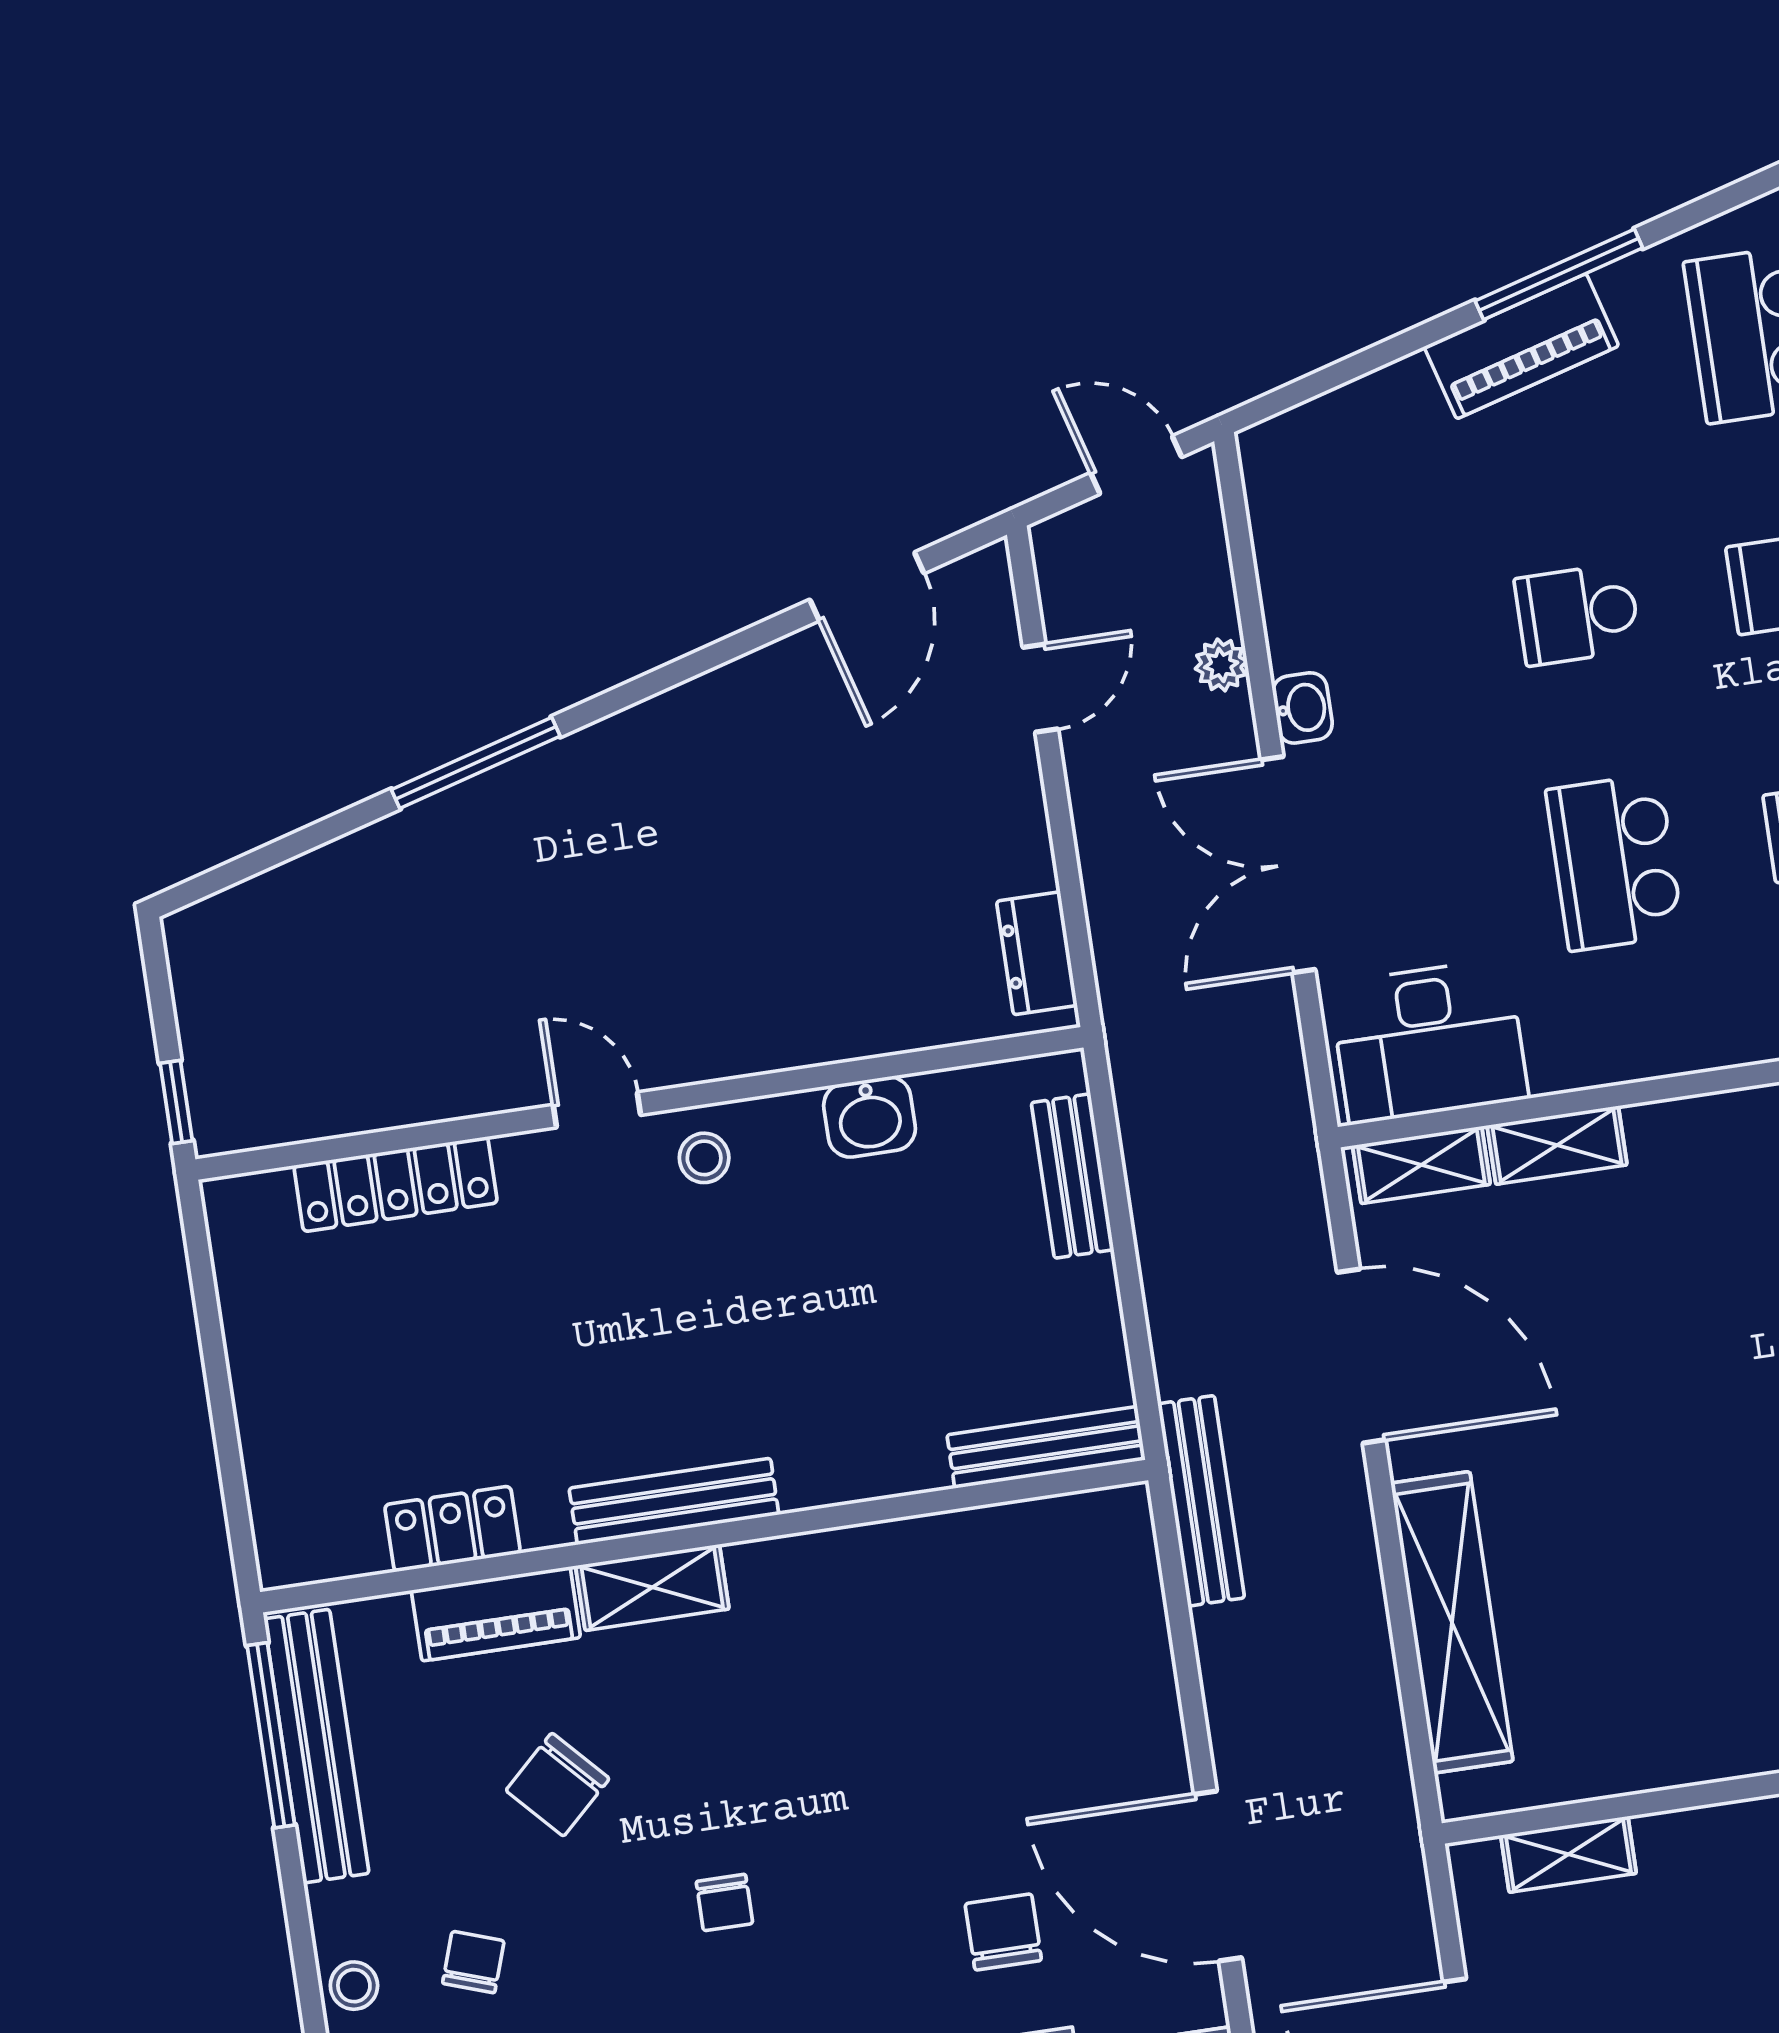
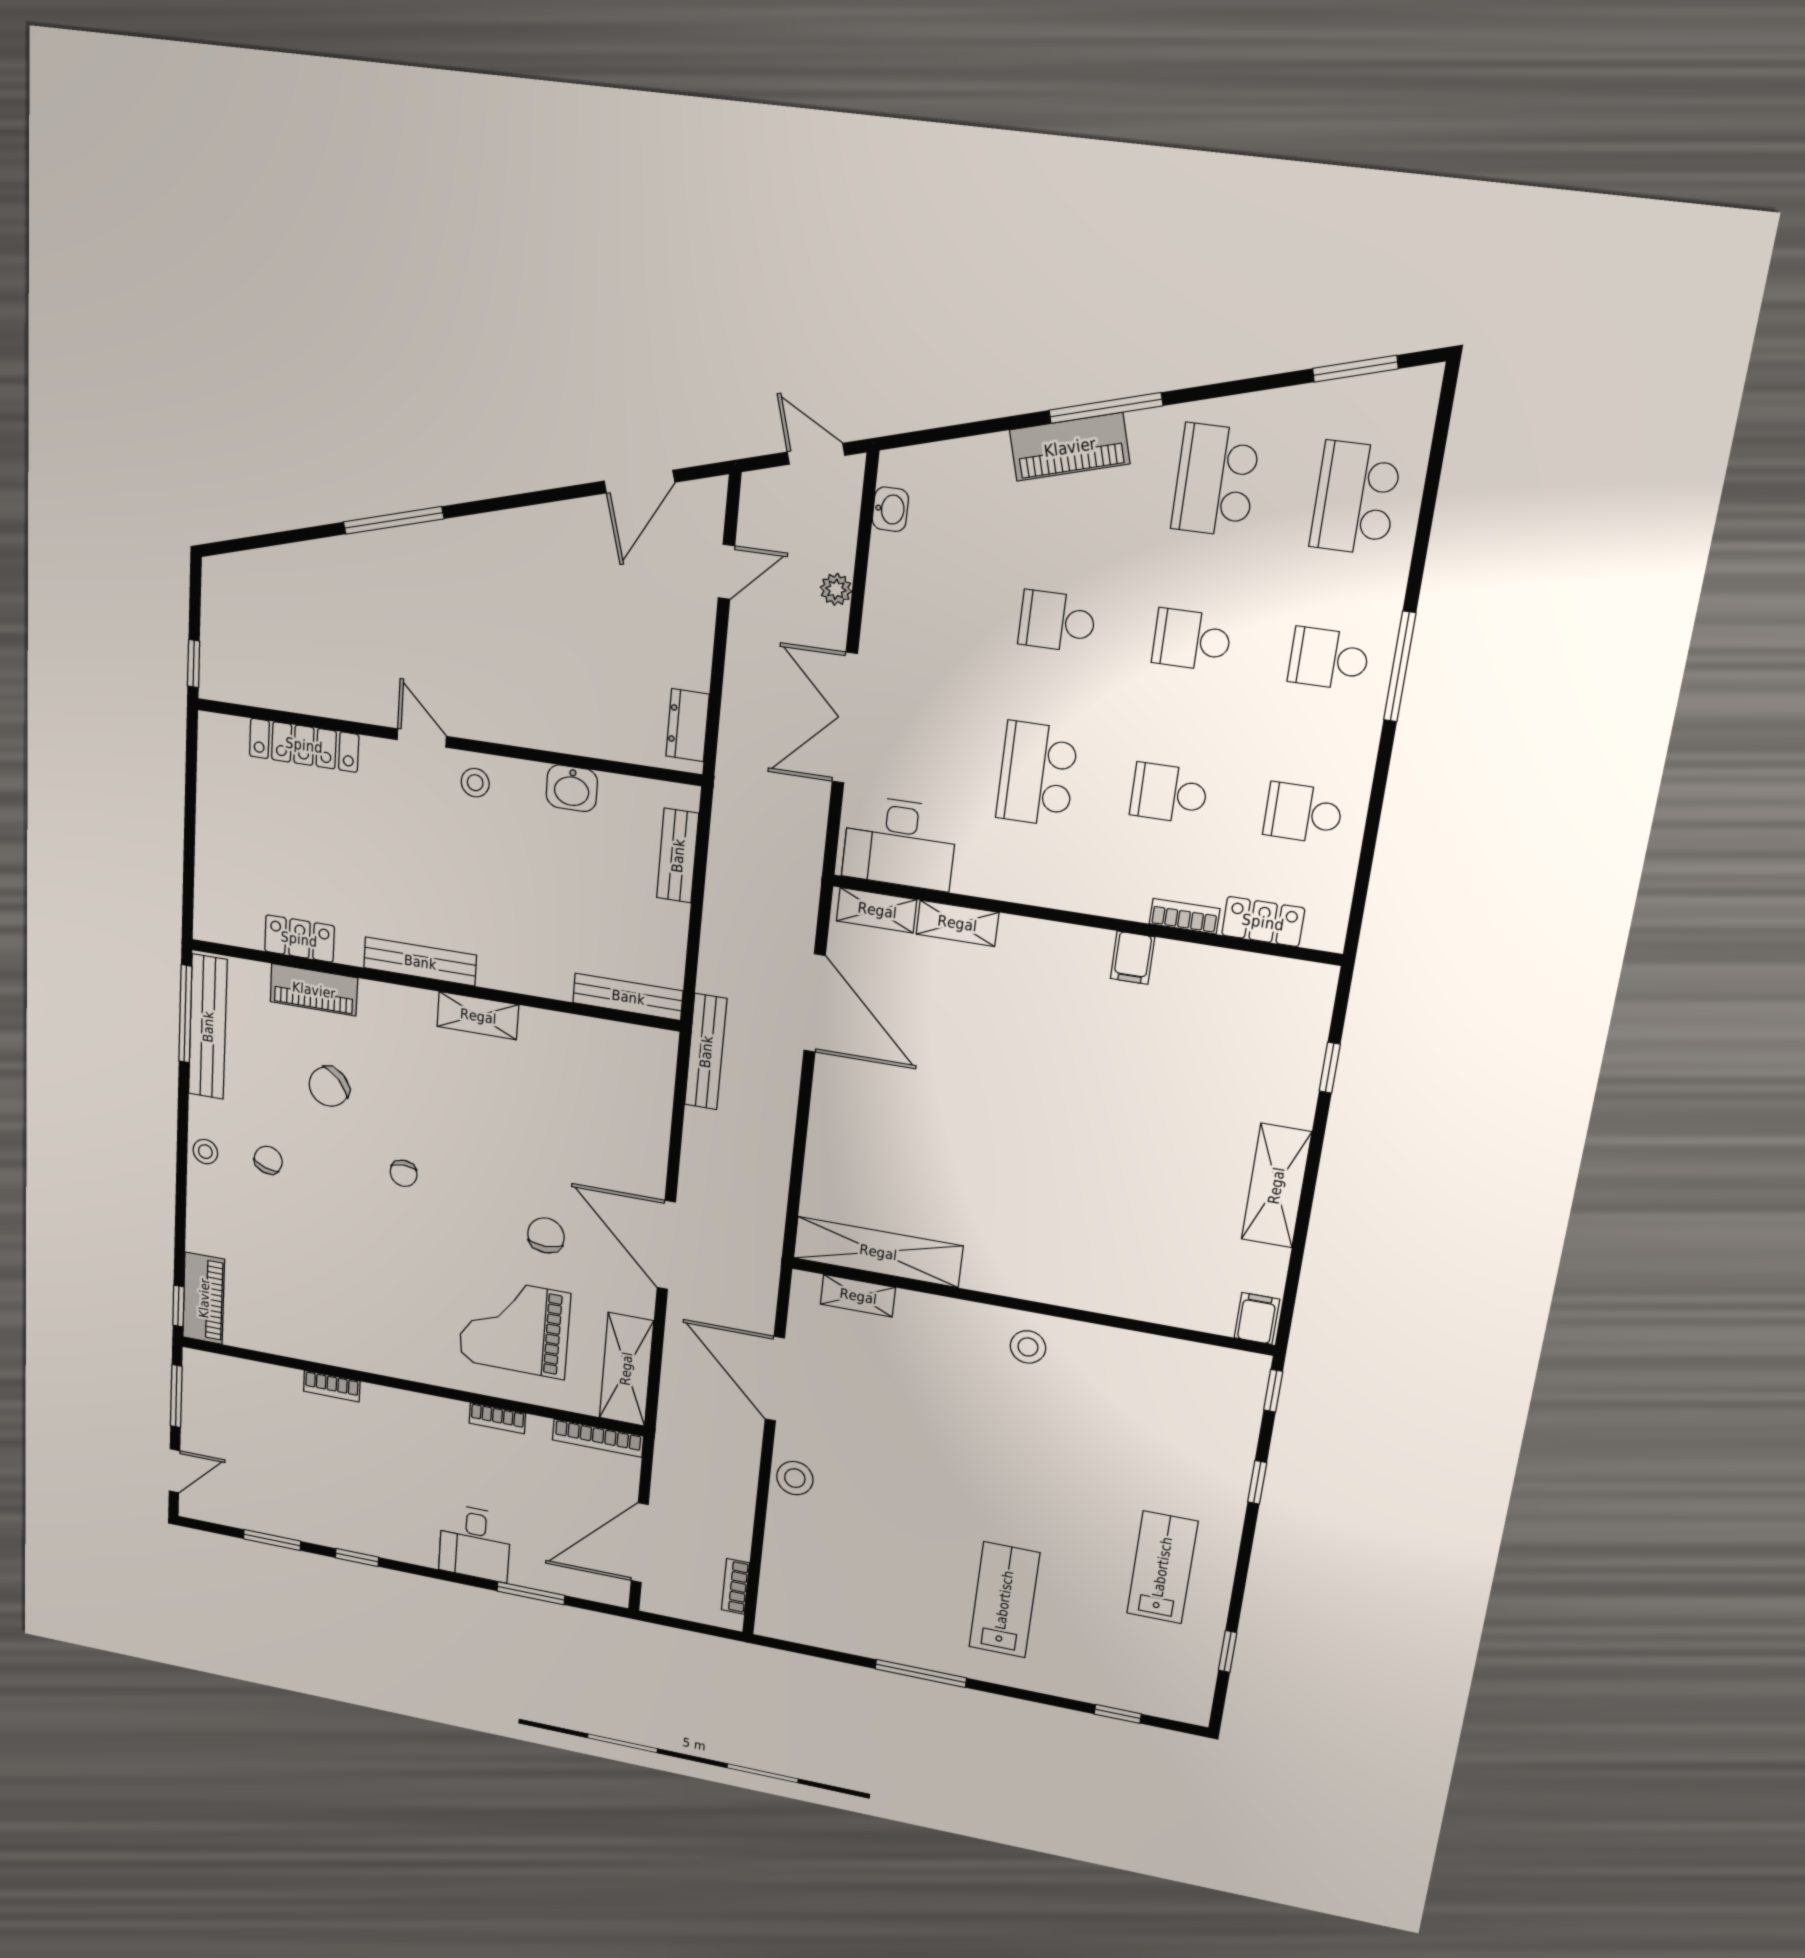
washbasin: (1302, 708) -> (890, 509), moved
shelving: (652, 1587) -> (478, 1016), moved
shelving: (1452, 1622) -> (878, 1252), moved, turned 90

